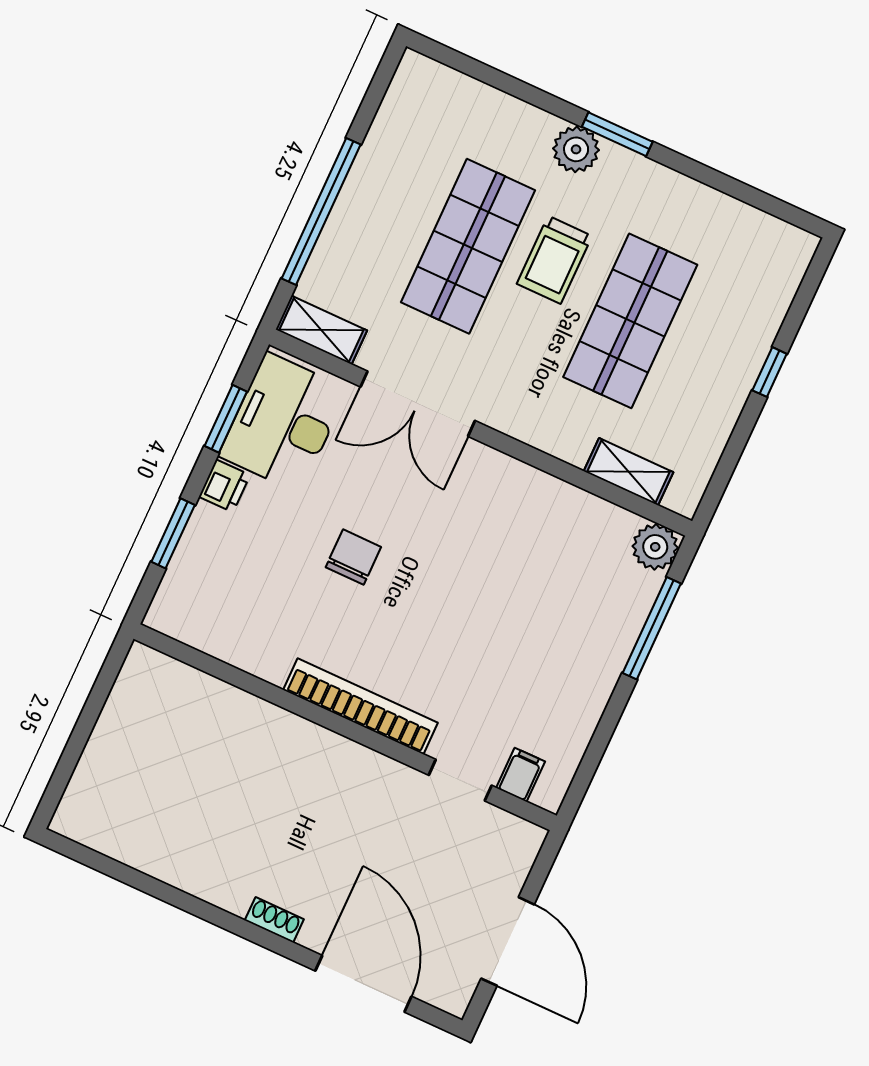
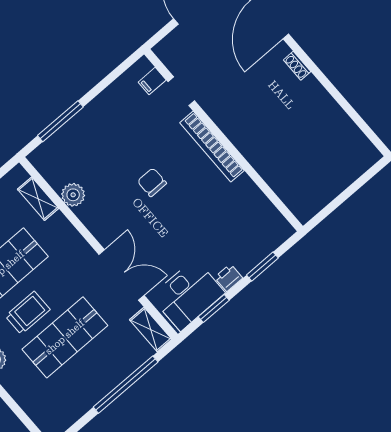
plant: (655, 547) -> (73, 195), moved
chair: (353, 557) -> (152, 182), moved, turned 90

